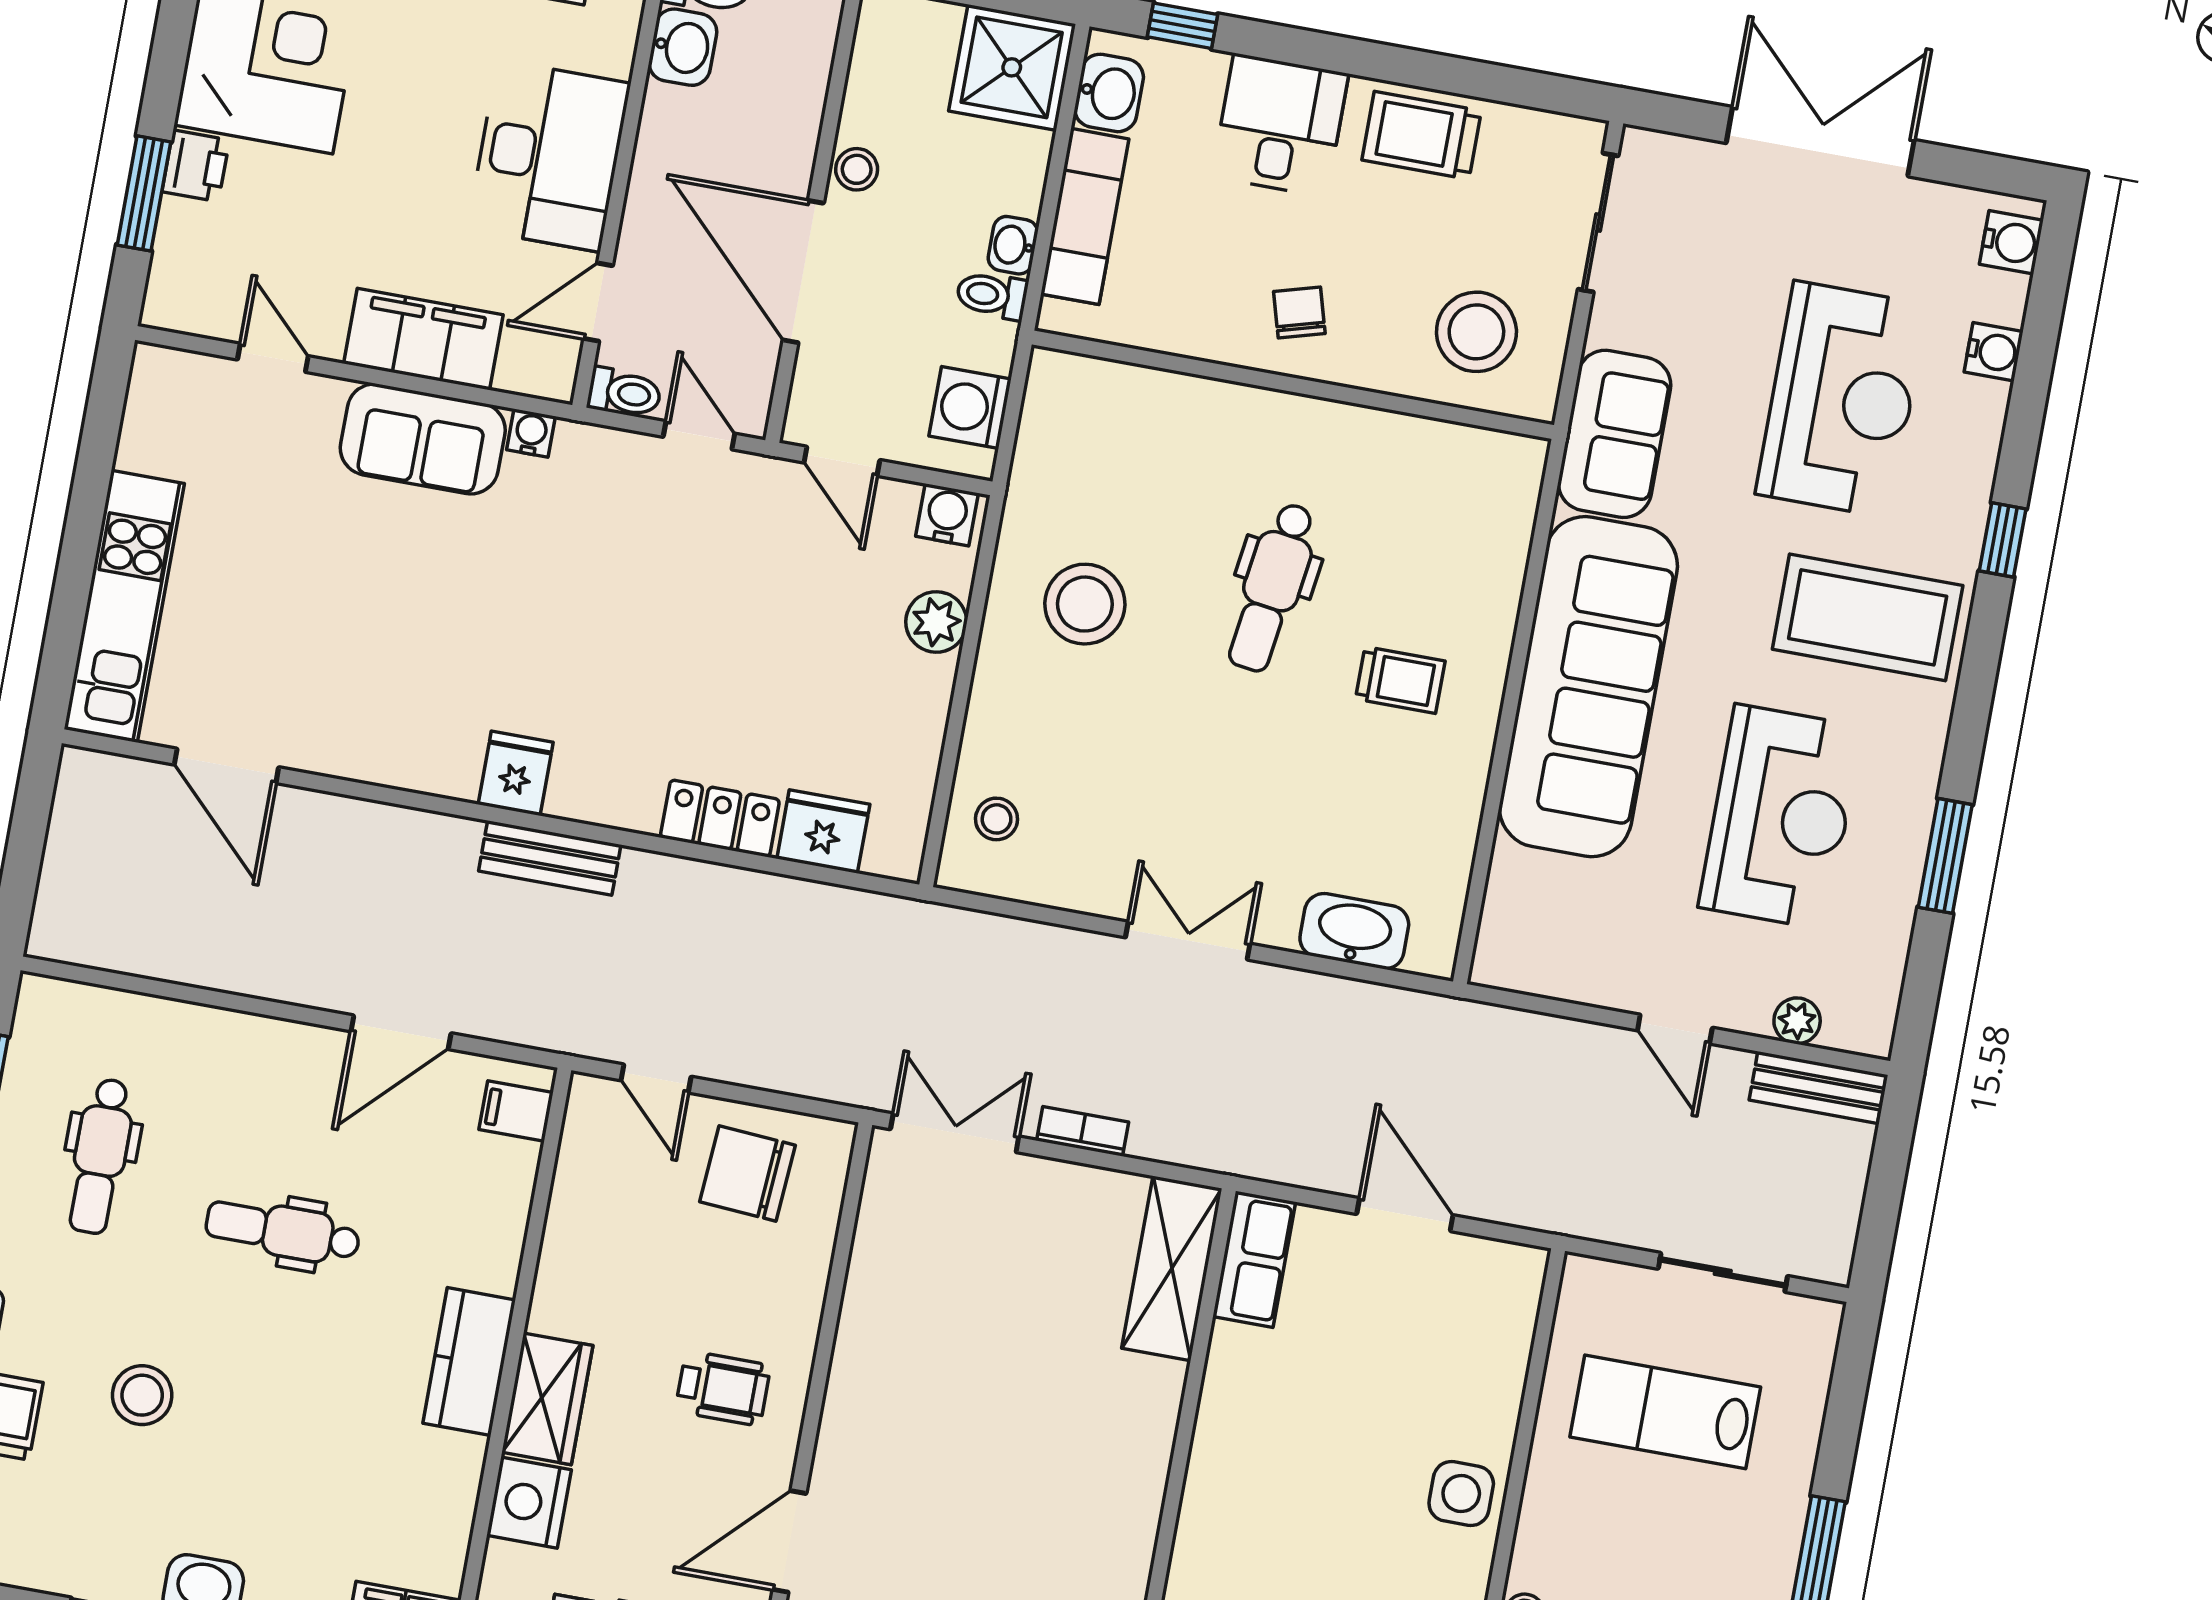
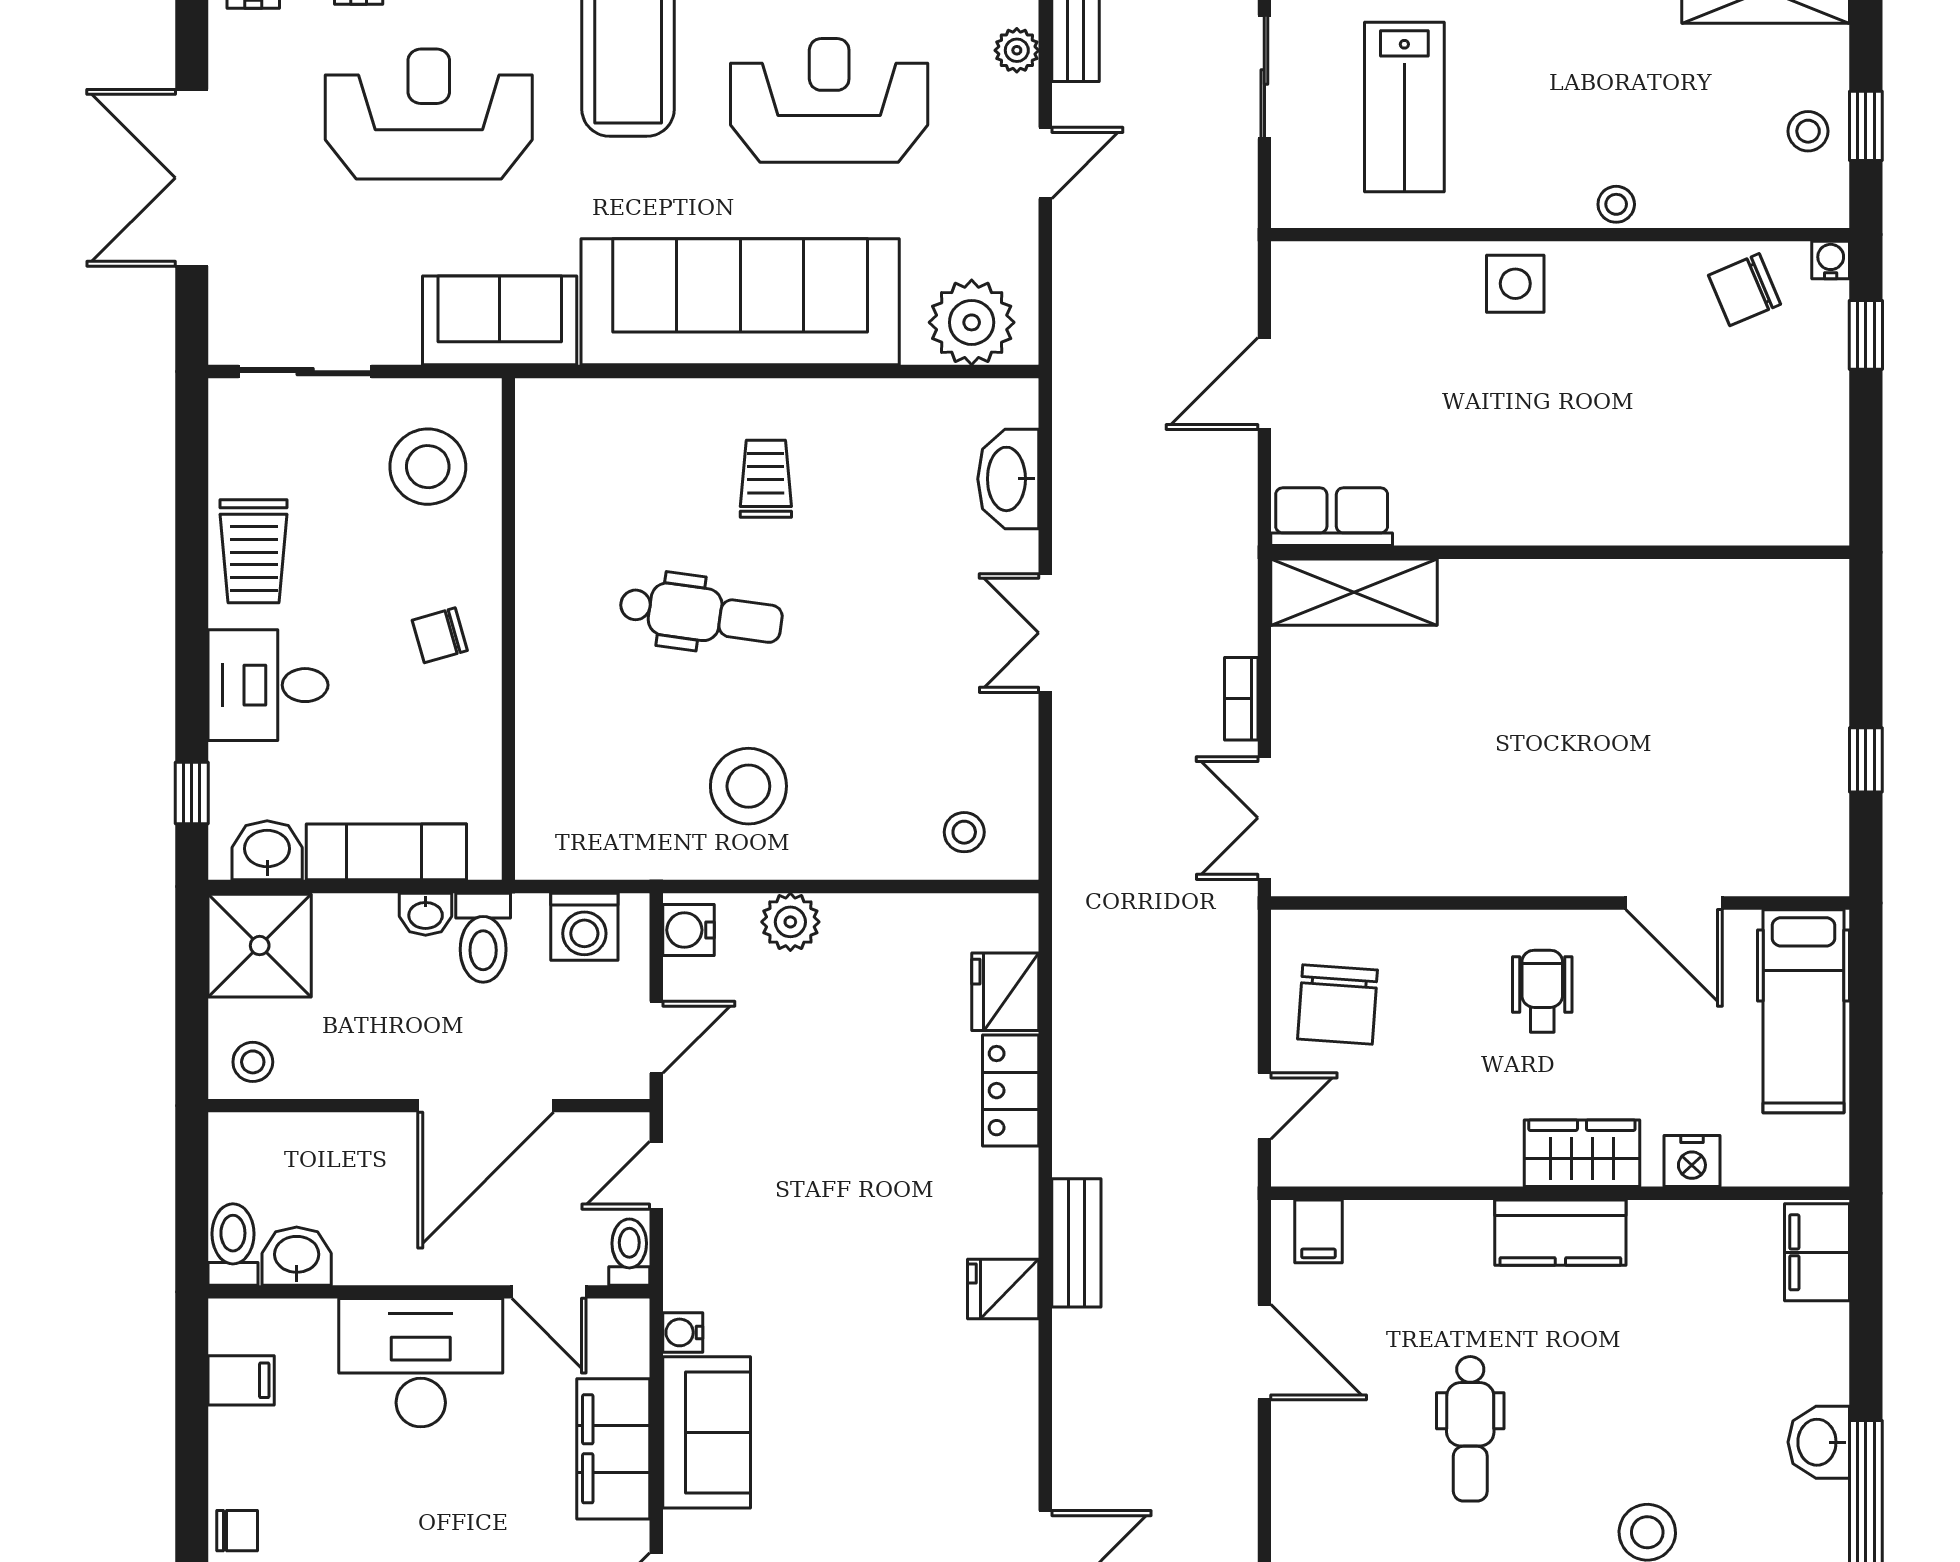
stool: (857, 169) -> (253, 1062), moved
toilet: (992, 295) -> (483, 938), width x1.37, depth x1.39
plant: (1523, 923) -> (972, 322), added
nightstand: (529, 1503) -> (1692, 1161), width x0.74, depth x0.75

